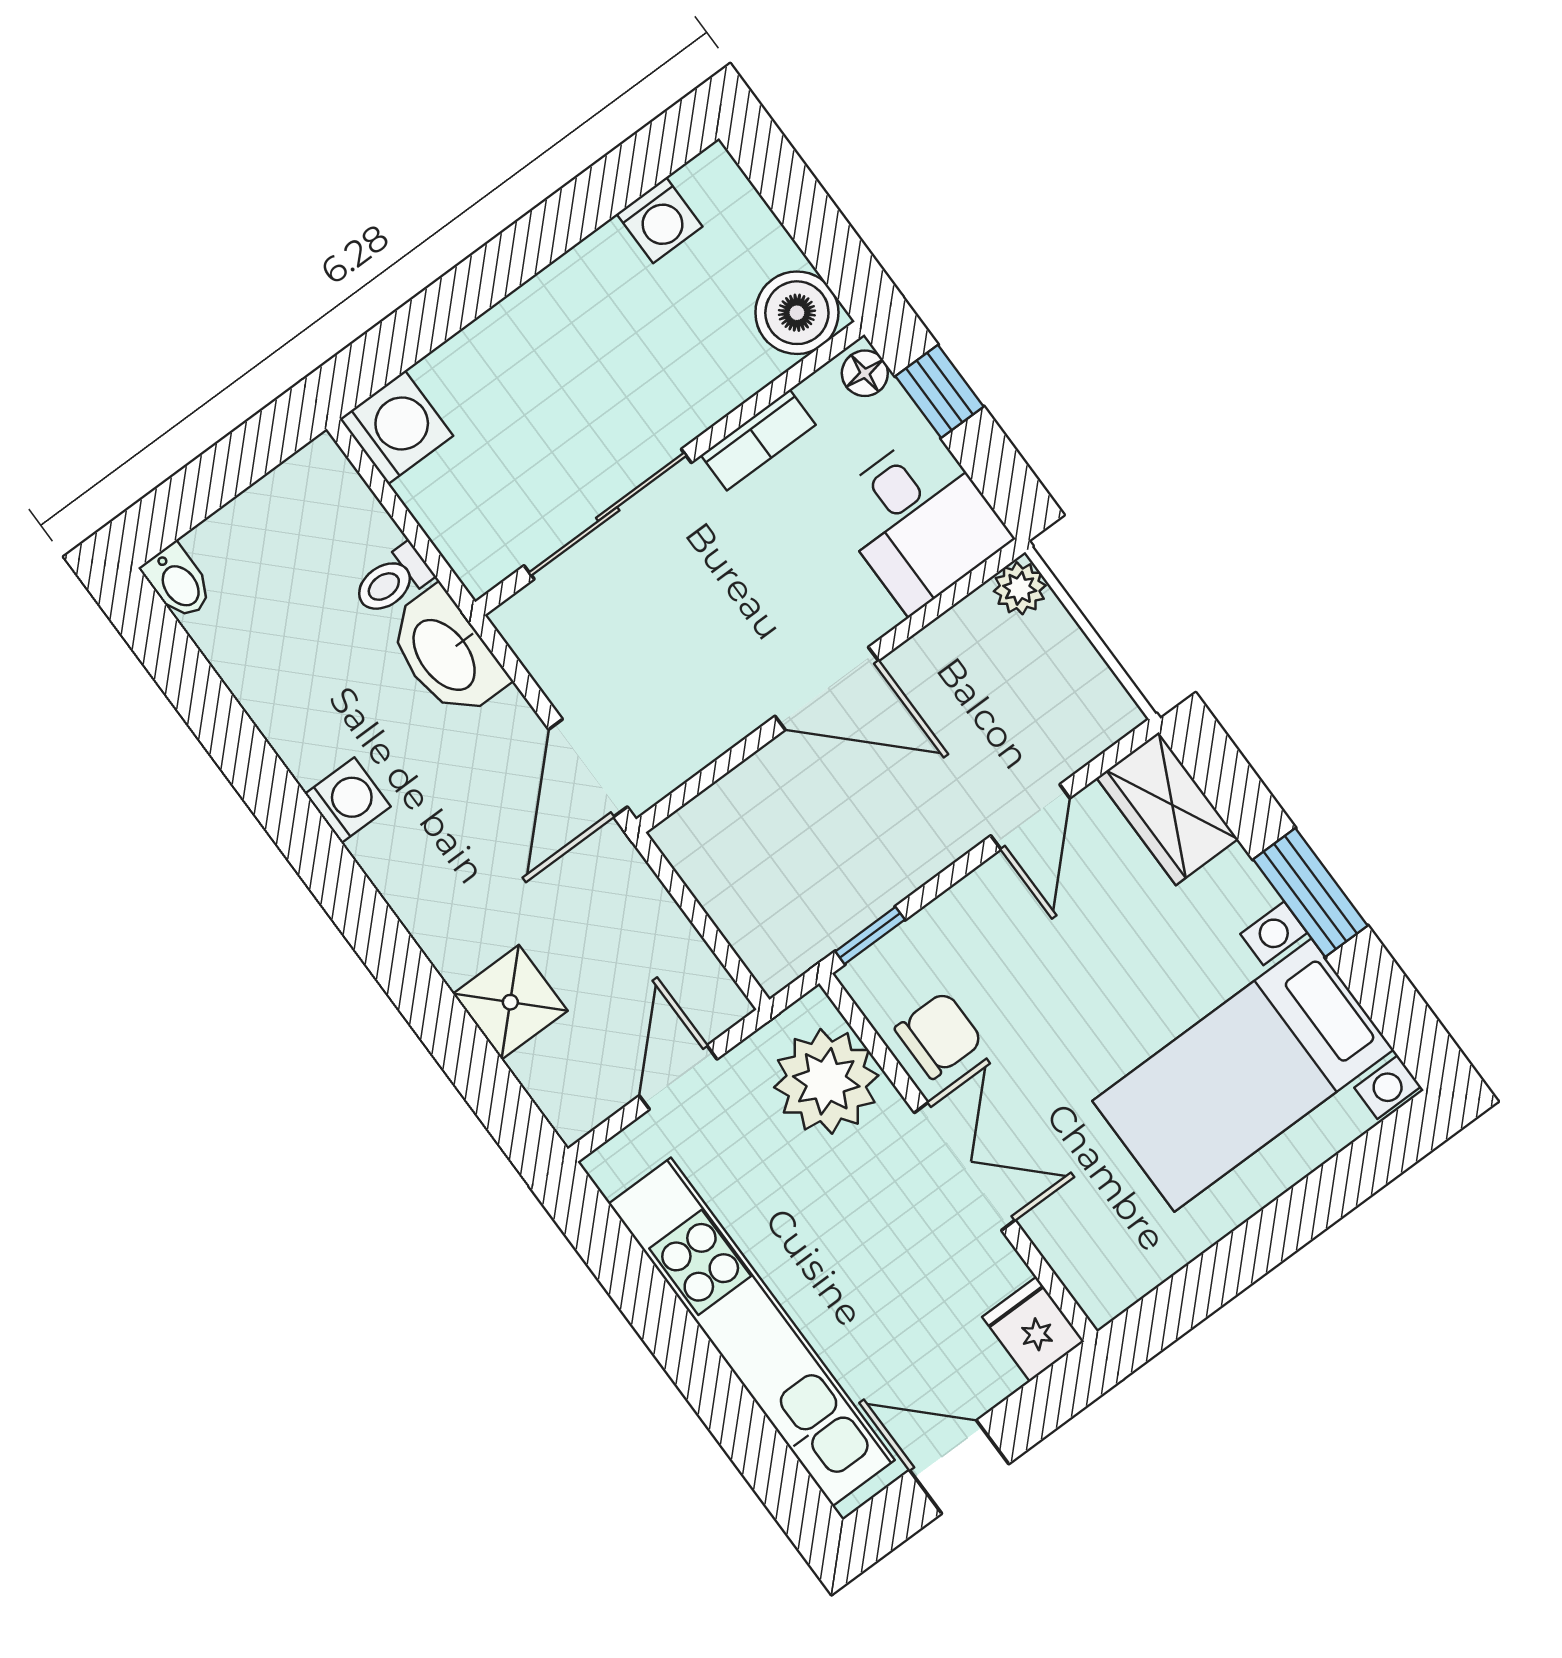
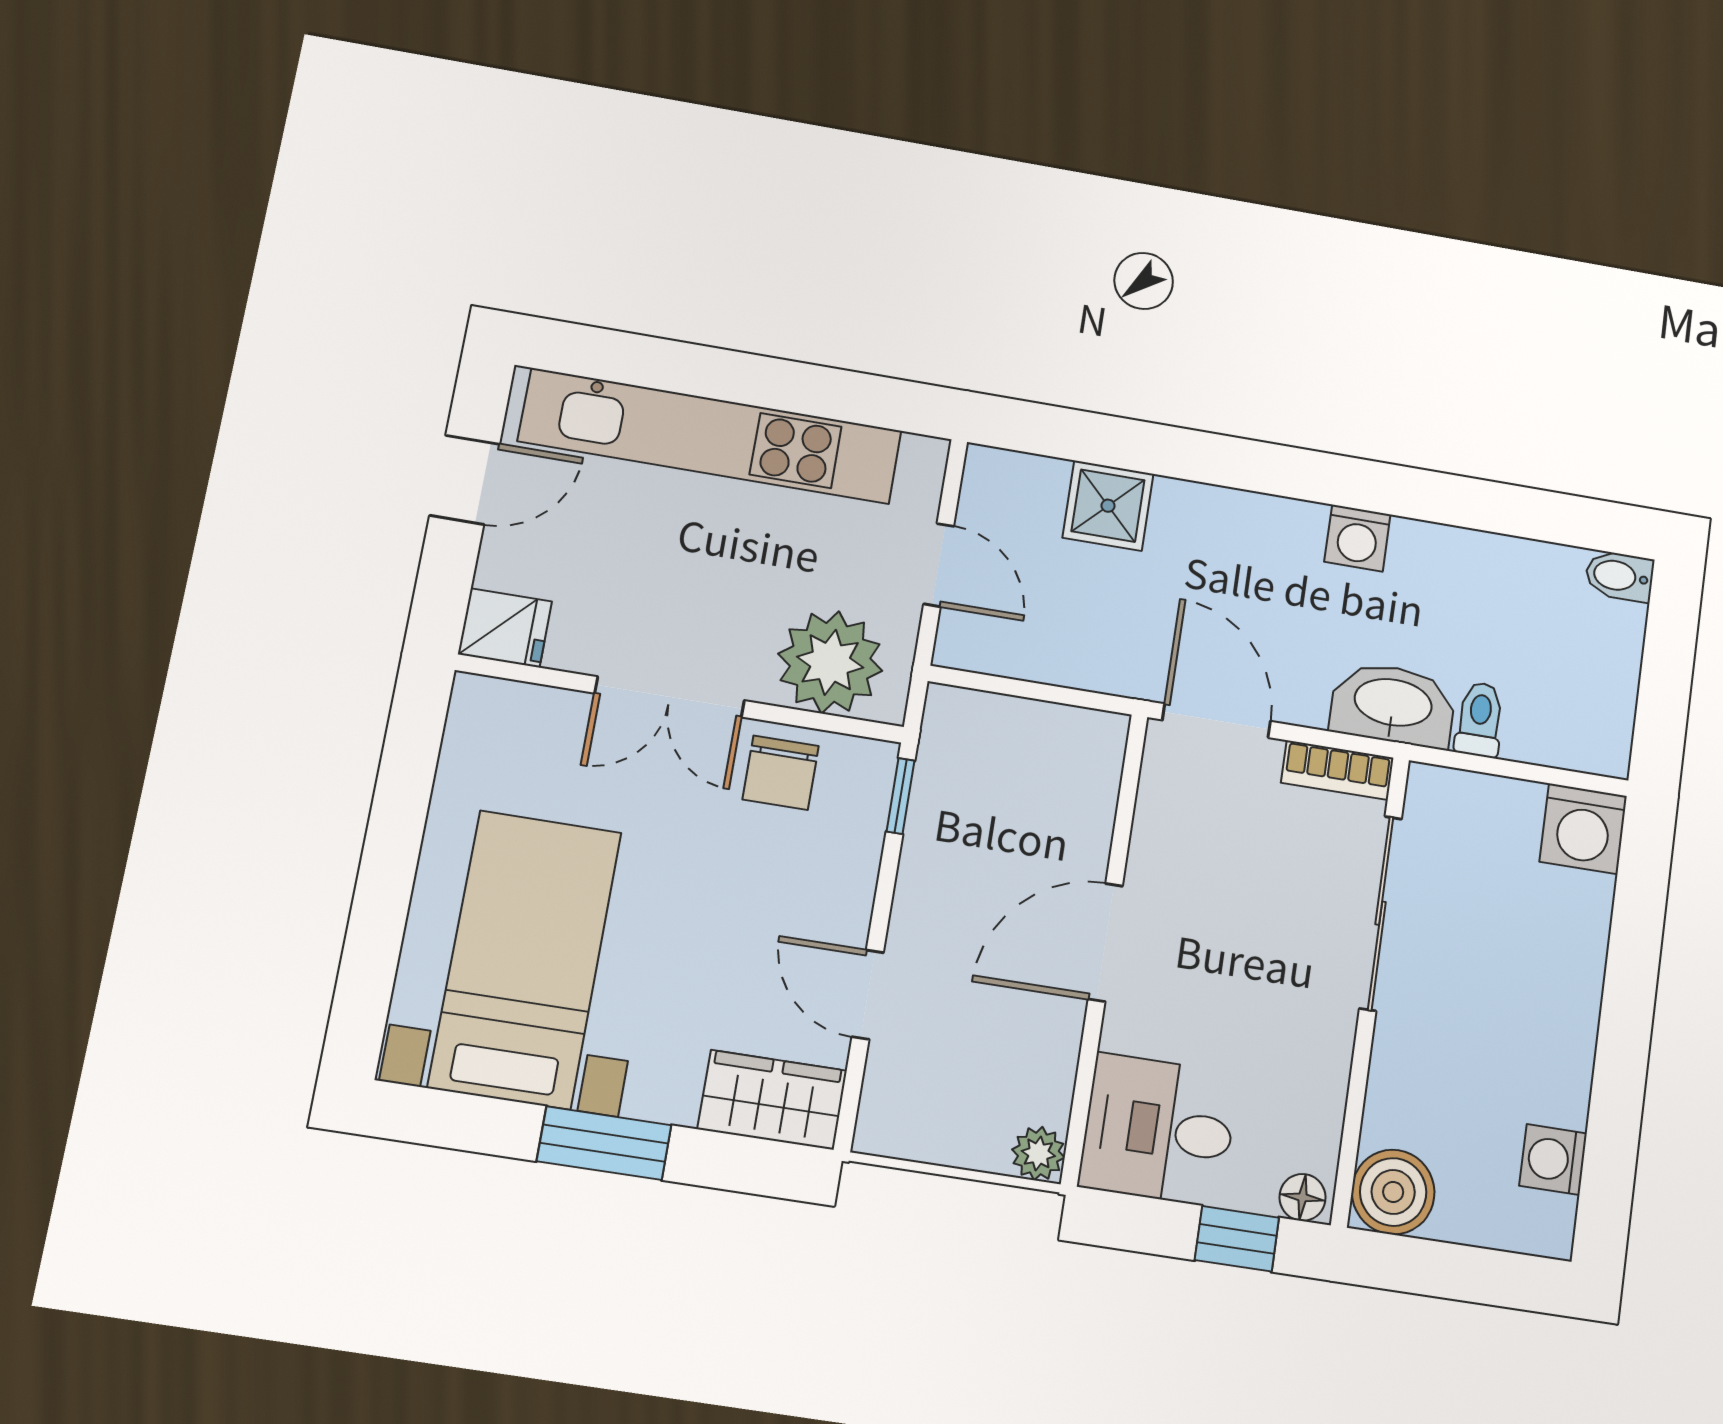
bookcase: (758, 440) -> (1337, 770), moved, turned -90

